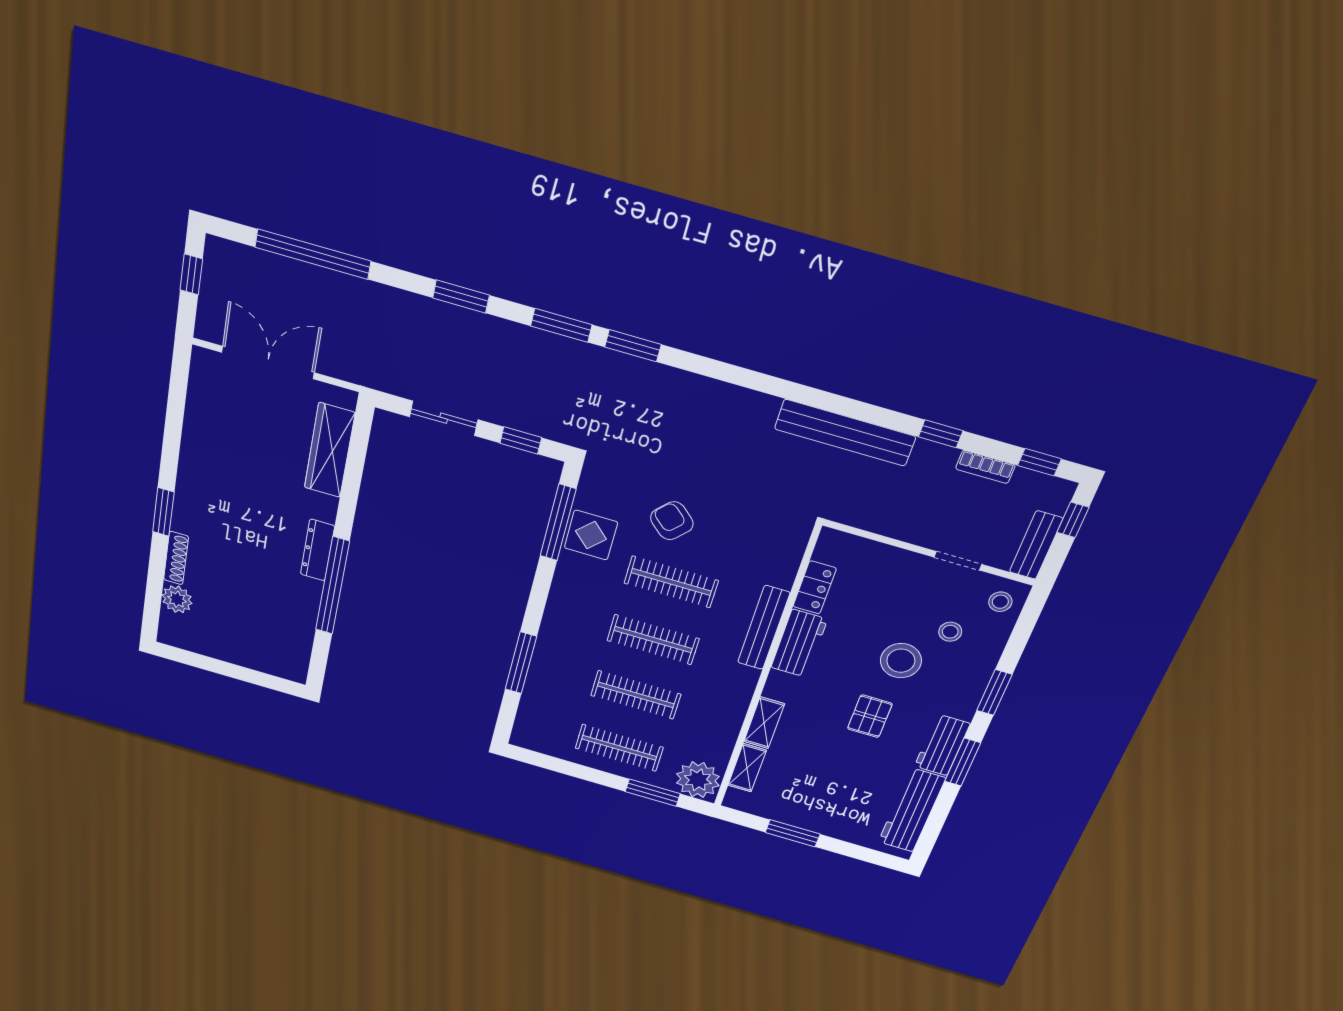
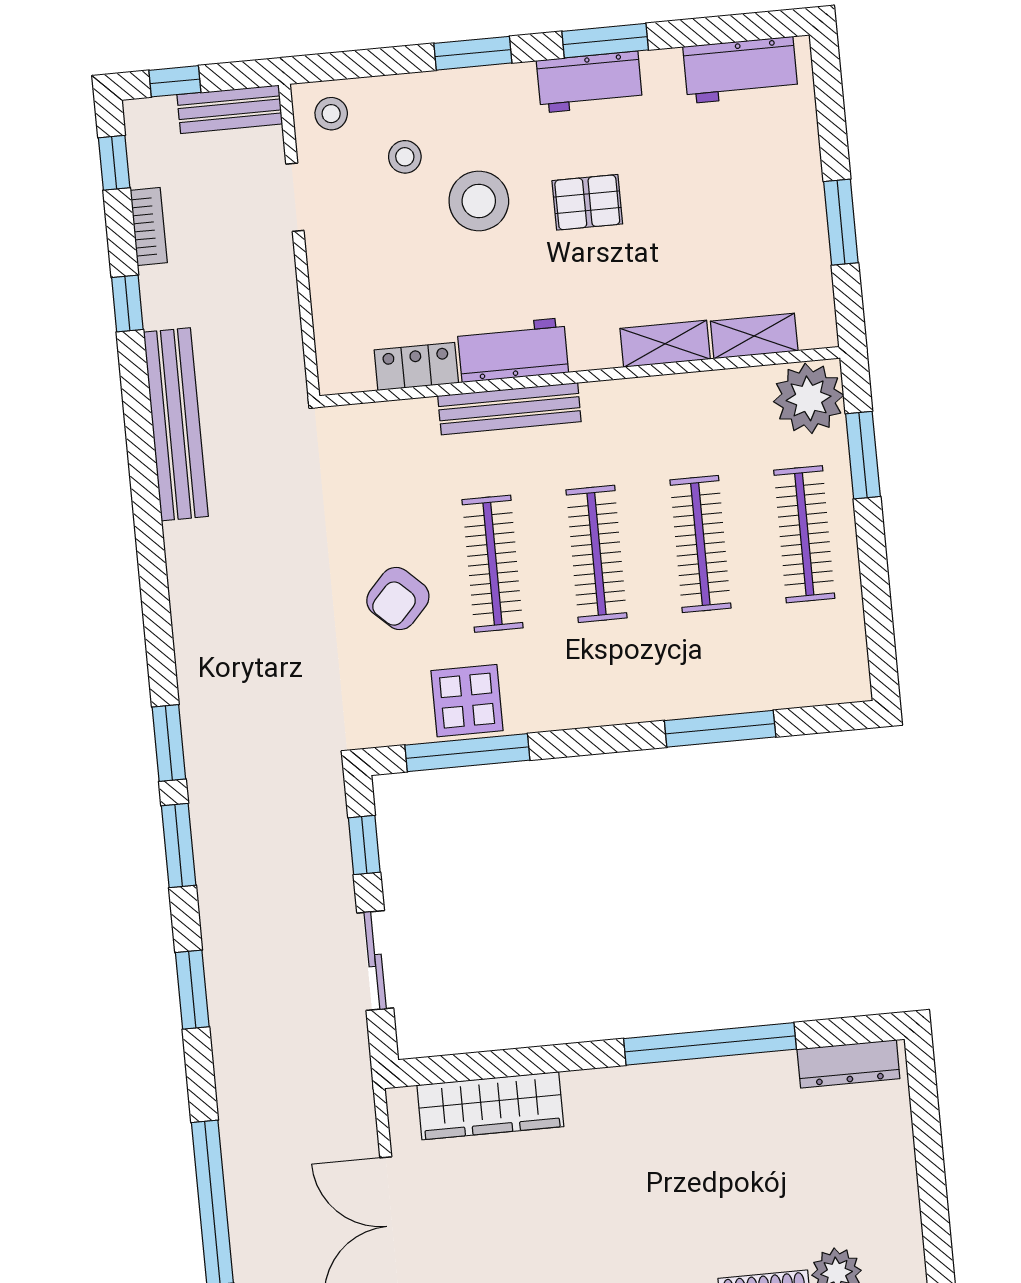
dresser: (317, 550) -> (848, 1064), moved
workbench: (912, 810) -> (740, 70), width x0.73

